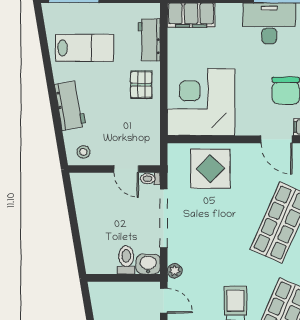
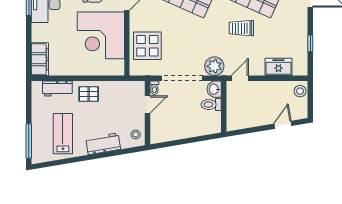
corner desk: (201, 102) -> (101, 35), moved
plant: (175, 271) -> (214, 66), width x1.88, depth x1.88

